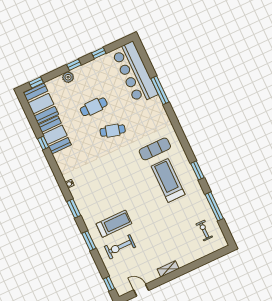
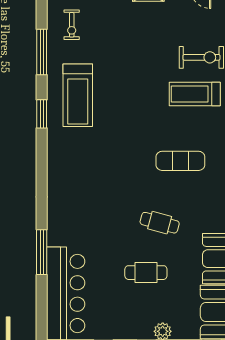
cafe table: (113, 131) -> (160, 223), moved
exercise mat: (155, 149) -> (180, 161), moved
treadmill: (168, 180) -> (78, 95), moved

